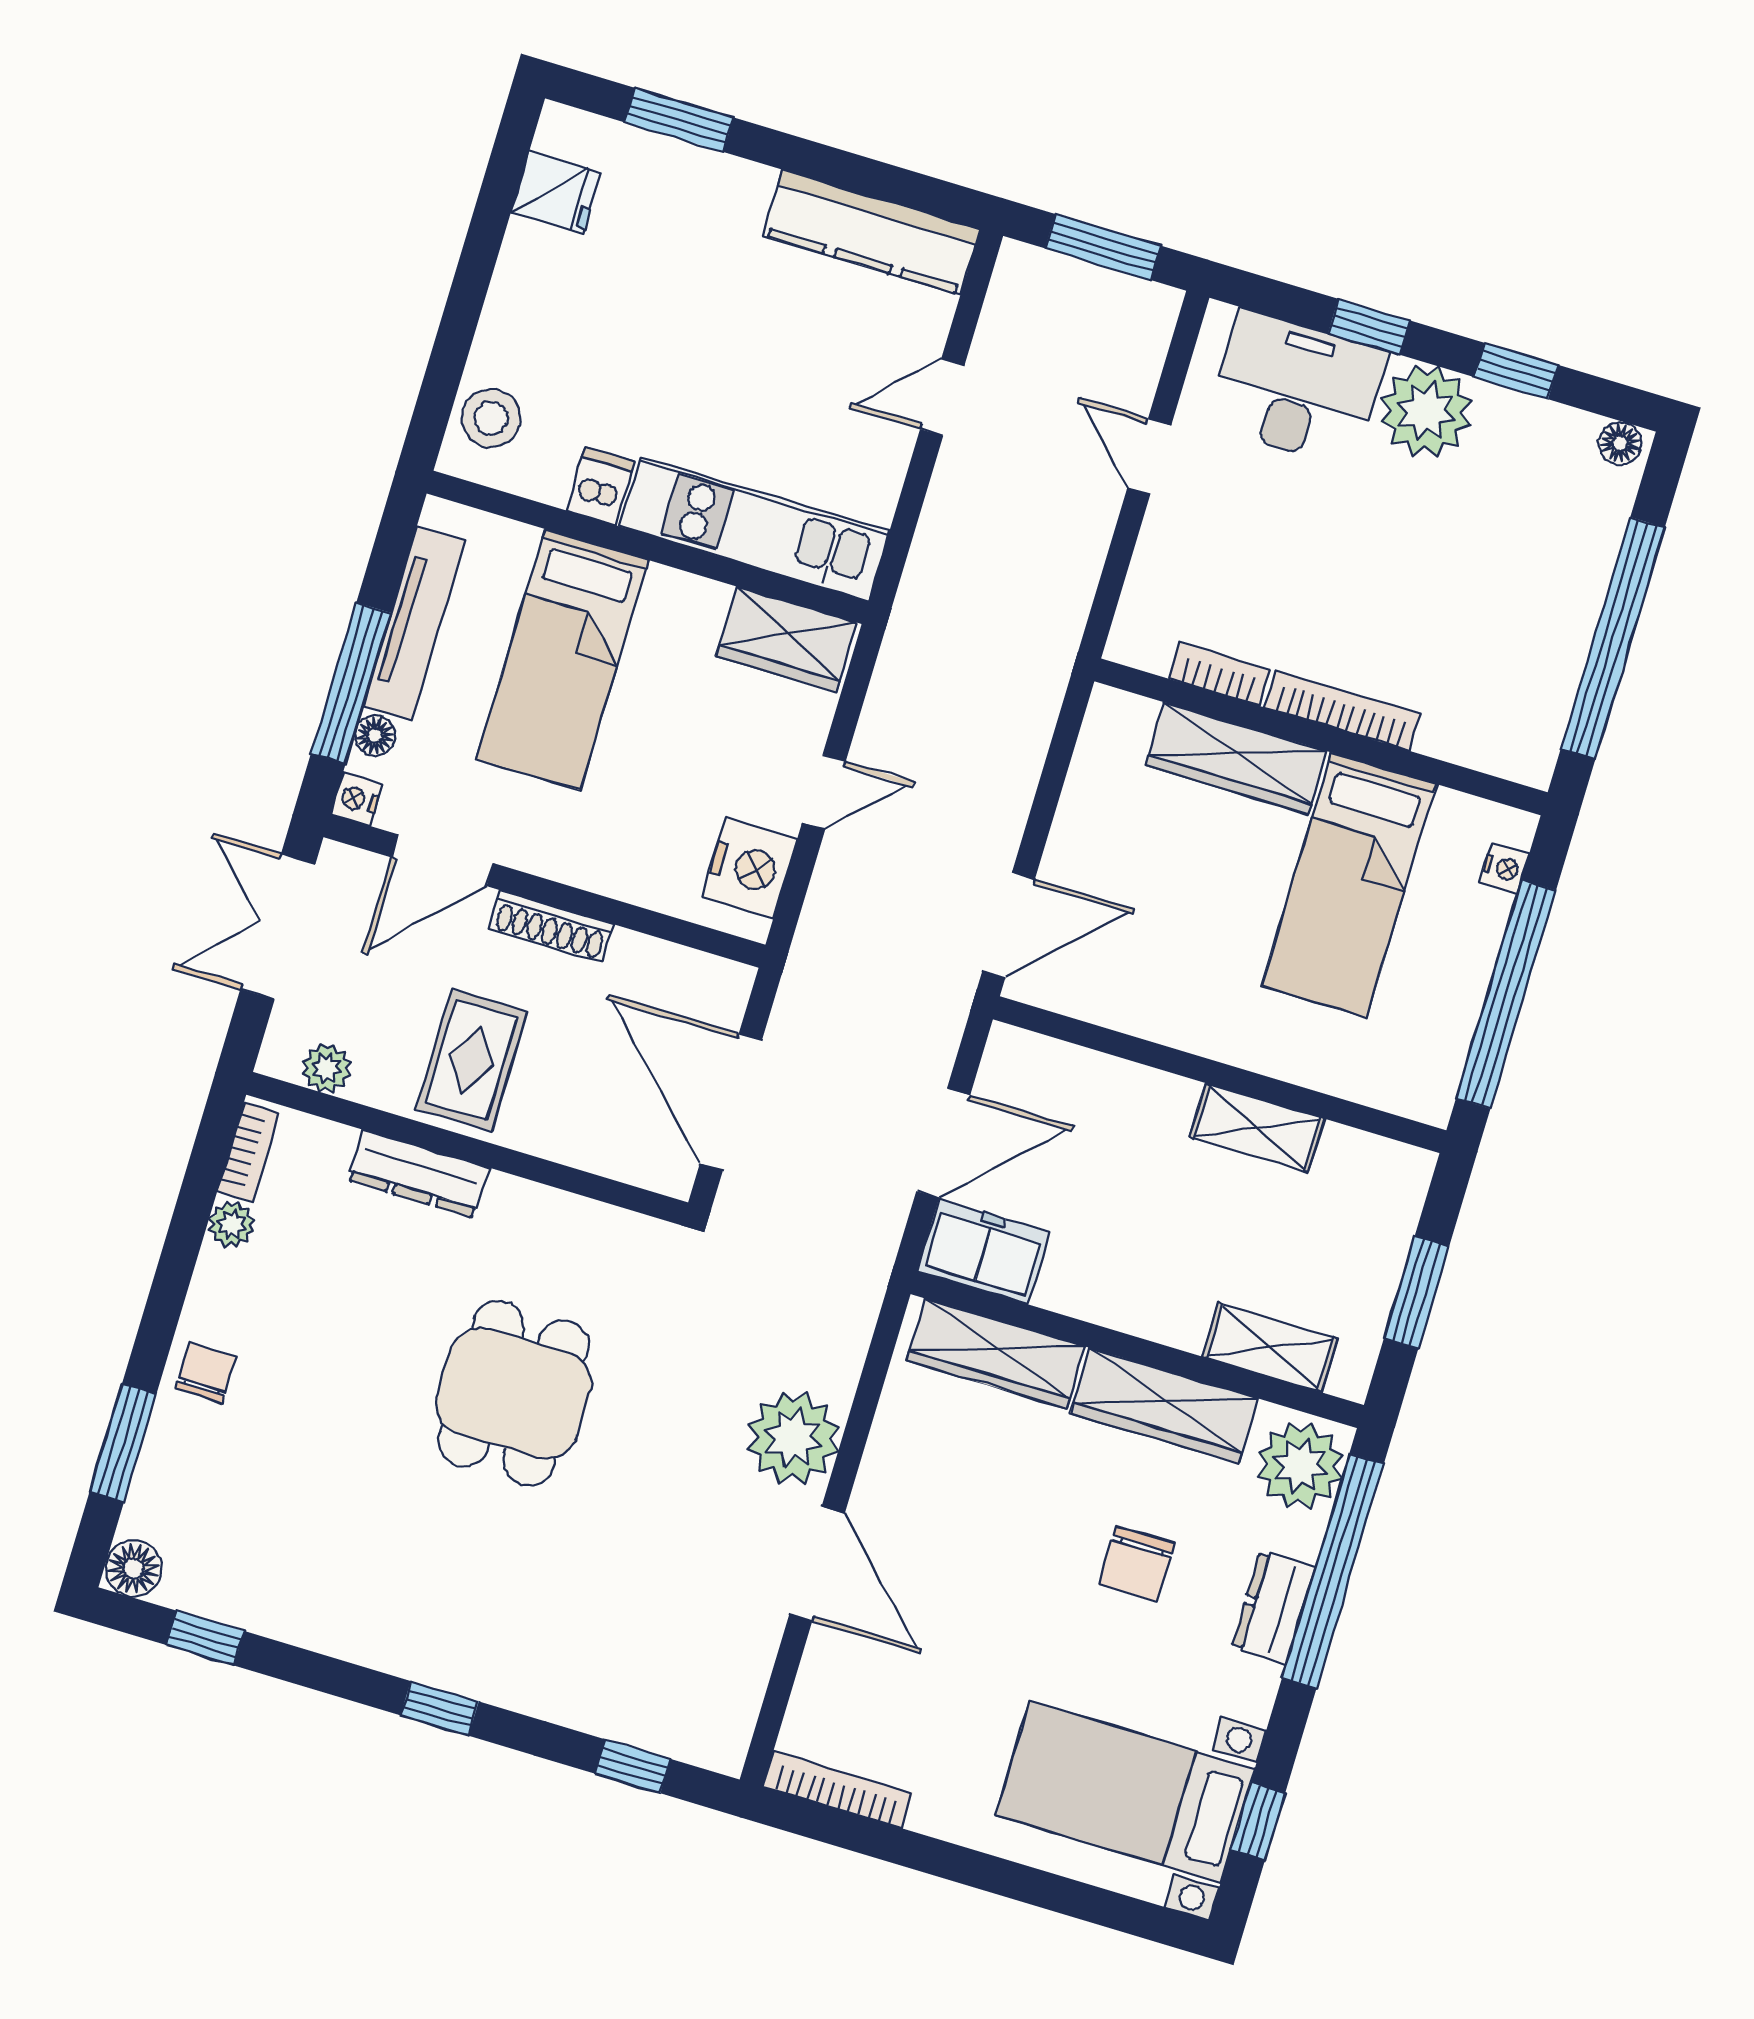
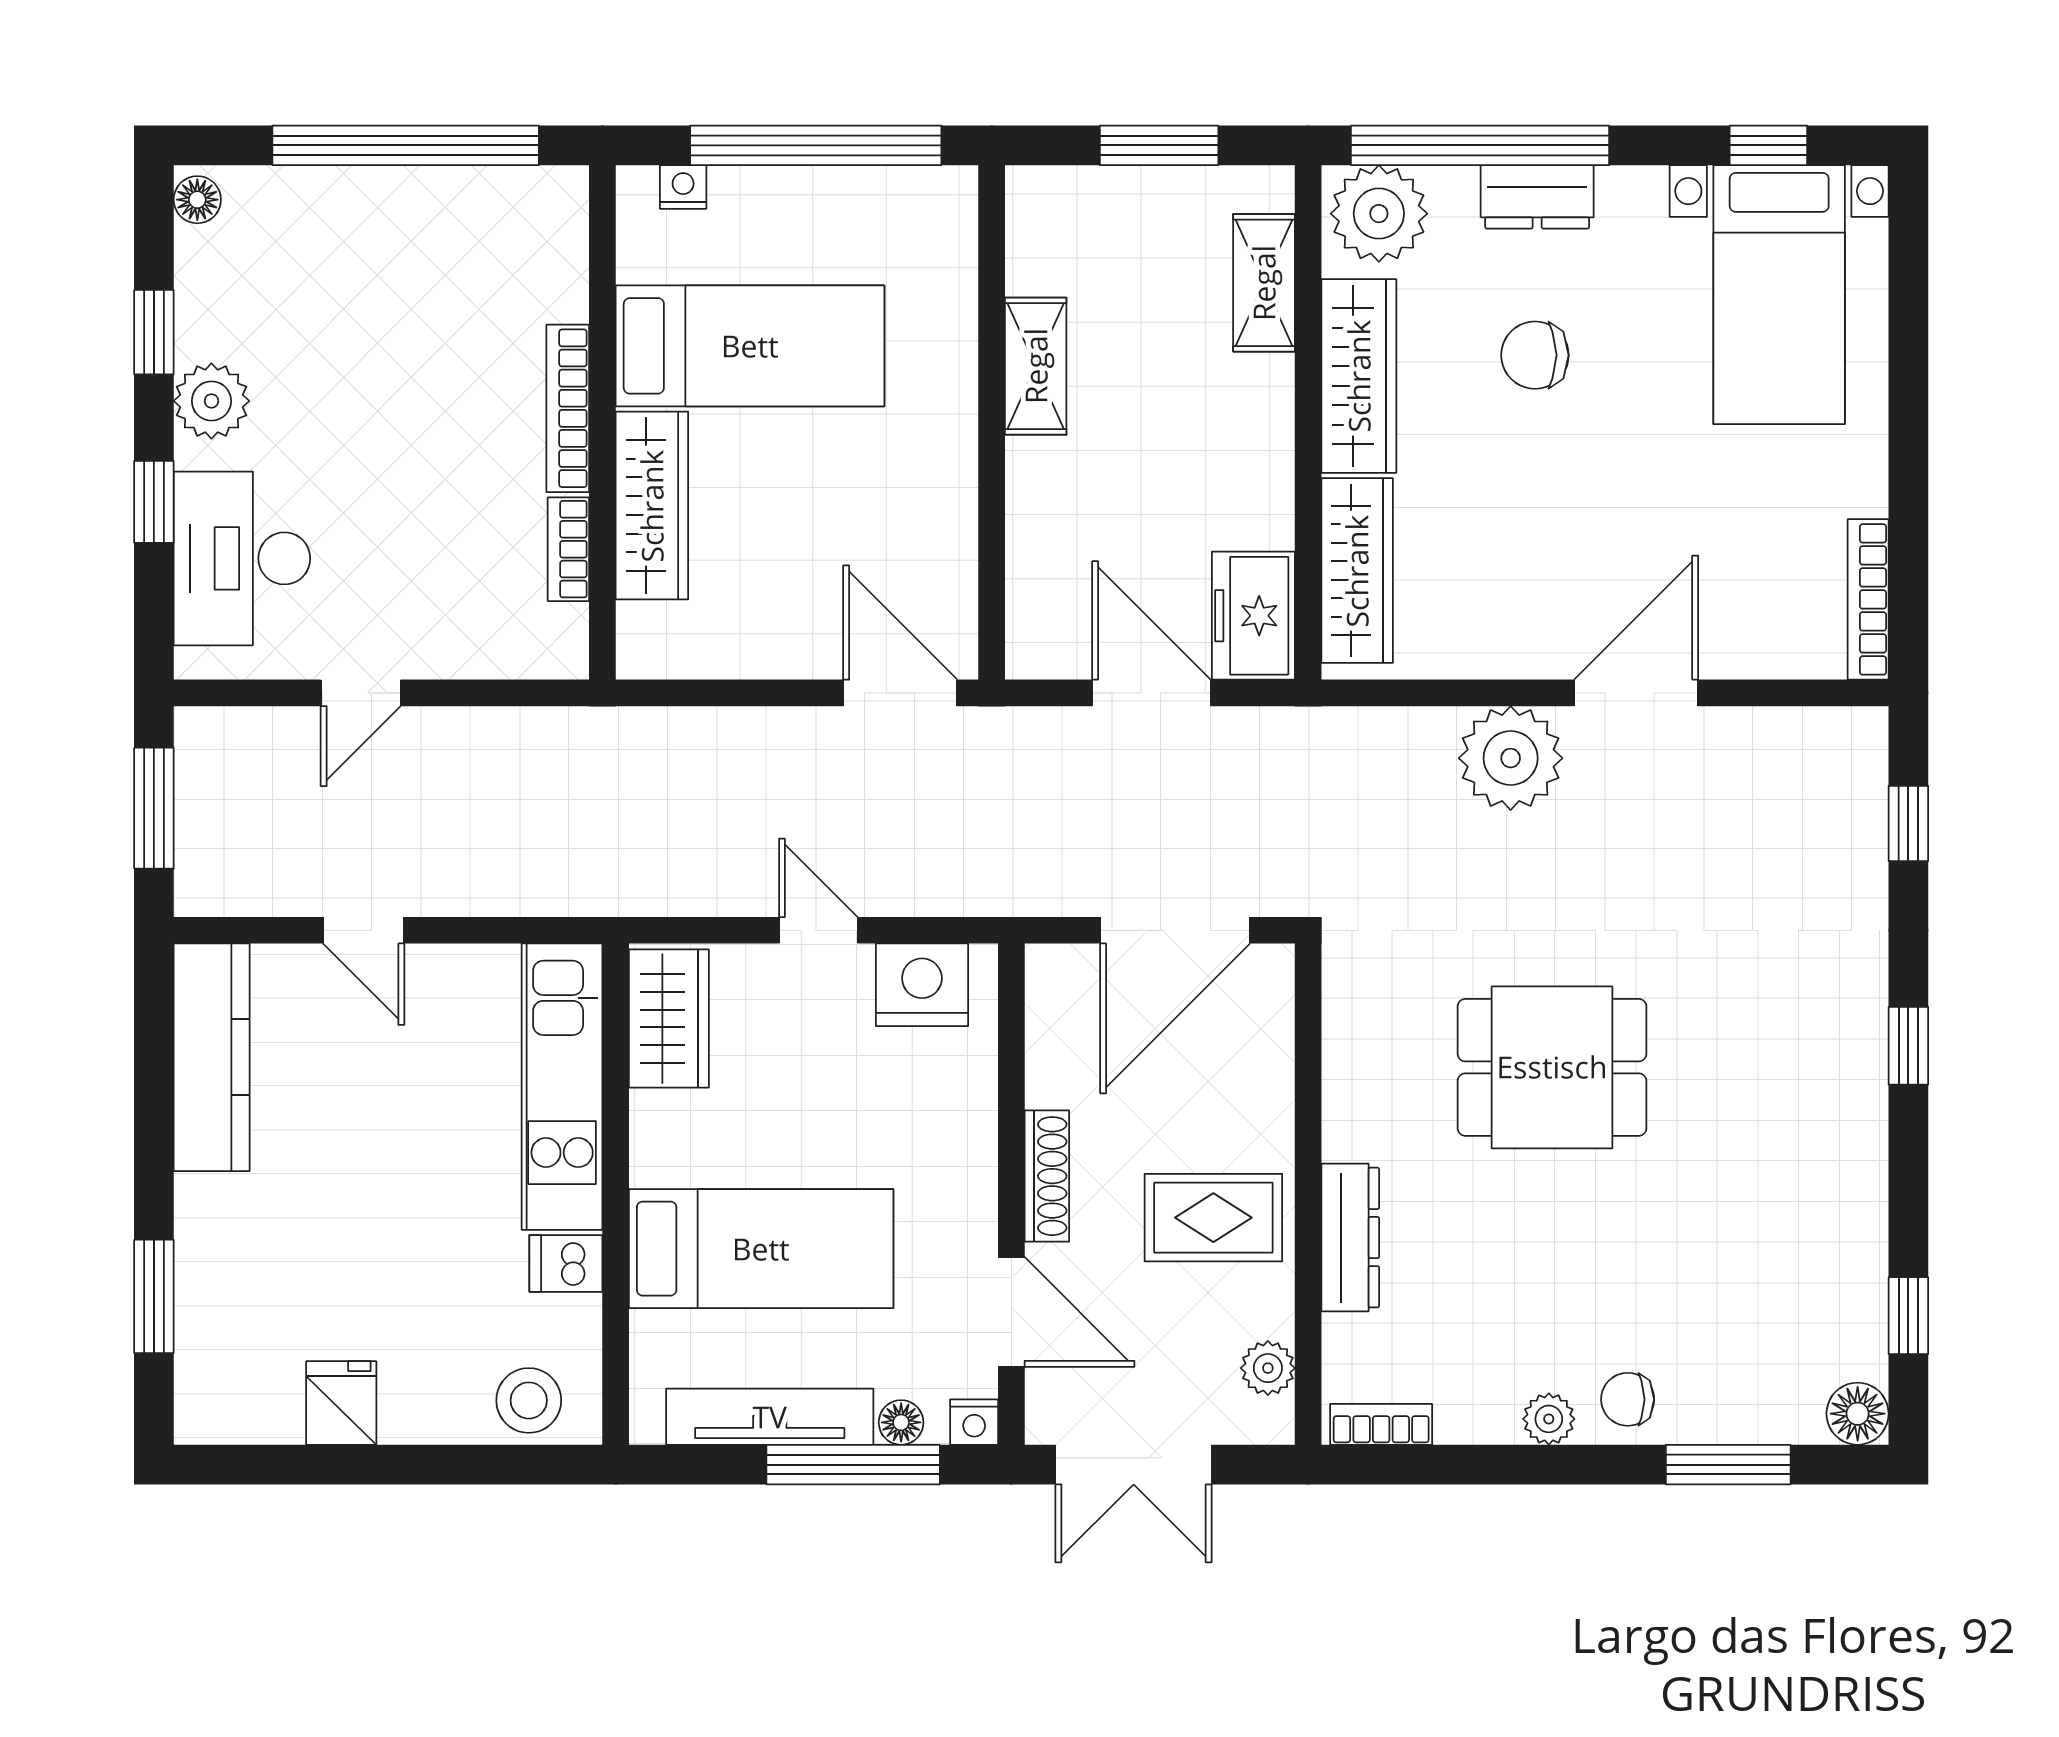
fridge: (556, 193) -> (341, 1403), moved
plant: (1426, 411) -> (211, 401), width x0.73, depth x0.73
plant: (232, 1225) -> (1549, 1419), moved
chair: (1137, 1564) -> (1535, 355), turned 180

